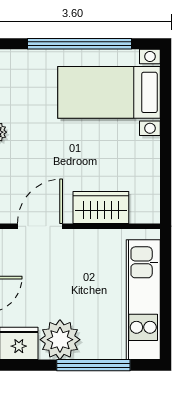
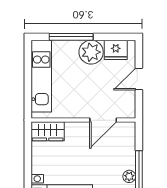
wardrobe: (101, 208) -> (48, 131), moved

